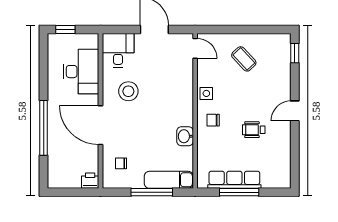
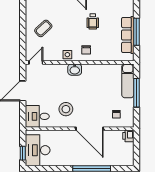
desk: (81, 72) -> (38, 150), moved, turned -90
door: (100, 125) -> (90, 129), hinge flipped
washbasin: (185, 136) -> (75, 70), moved

